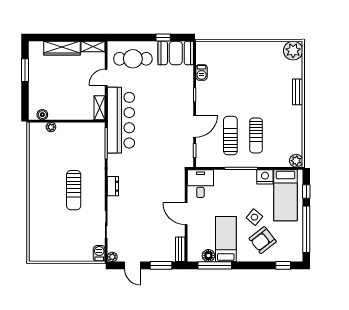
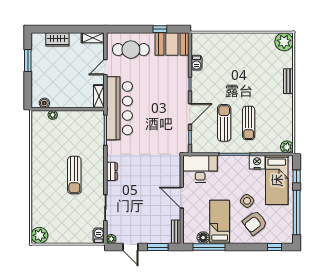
wardrobe: (62, 48) -> (57, 39), width x0.67
desk: (200, 184) -> (200, 169), width x1.37
plant: (37, 253) -> (39, 235), added

